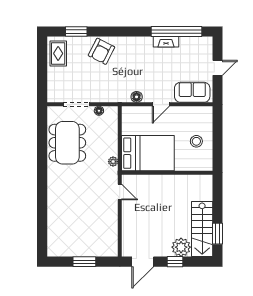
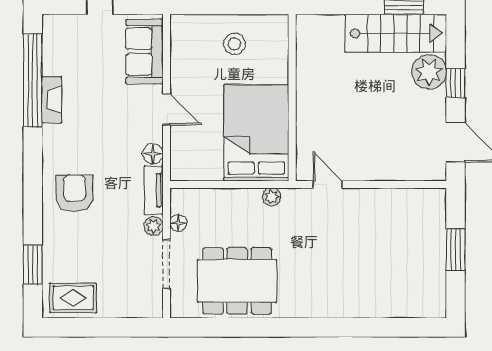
armchair: (101, 51) -> (75, 193), moved, turned -117
plant: (97, 97) -> (154, 226), added
tv unit: (117, 97) -> (154, 190), added
door: (120, 192) -> (328, 185), hinge flipped

